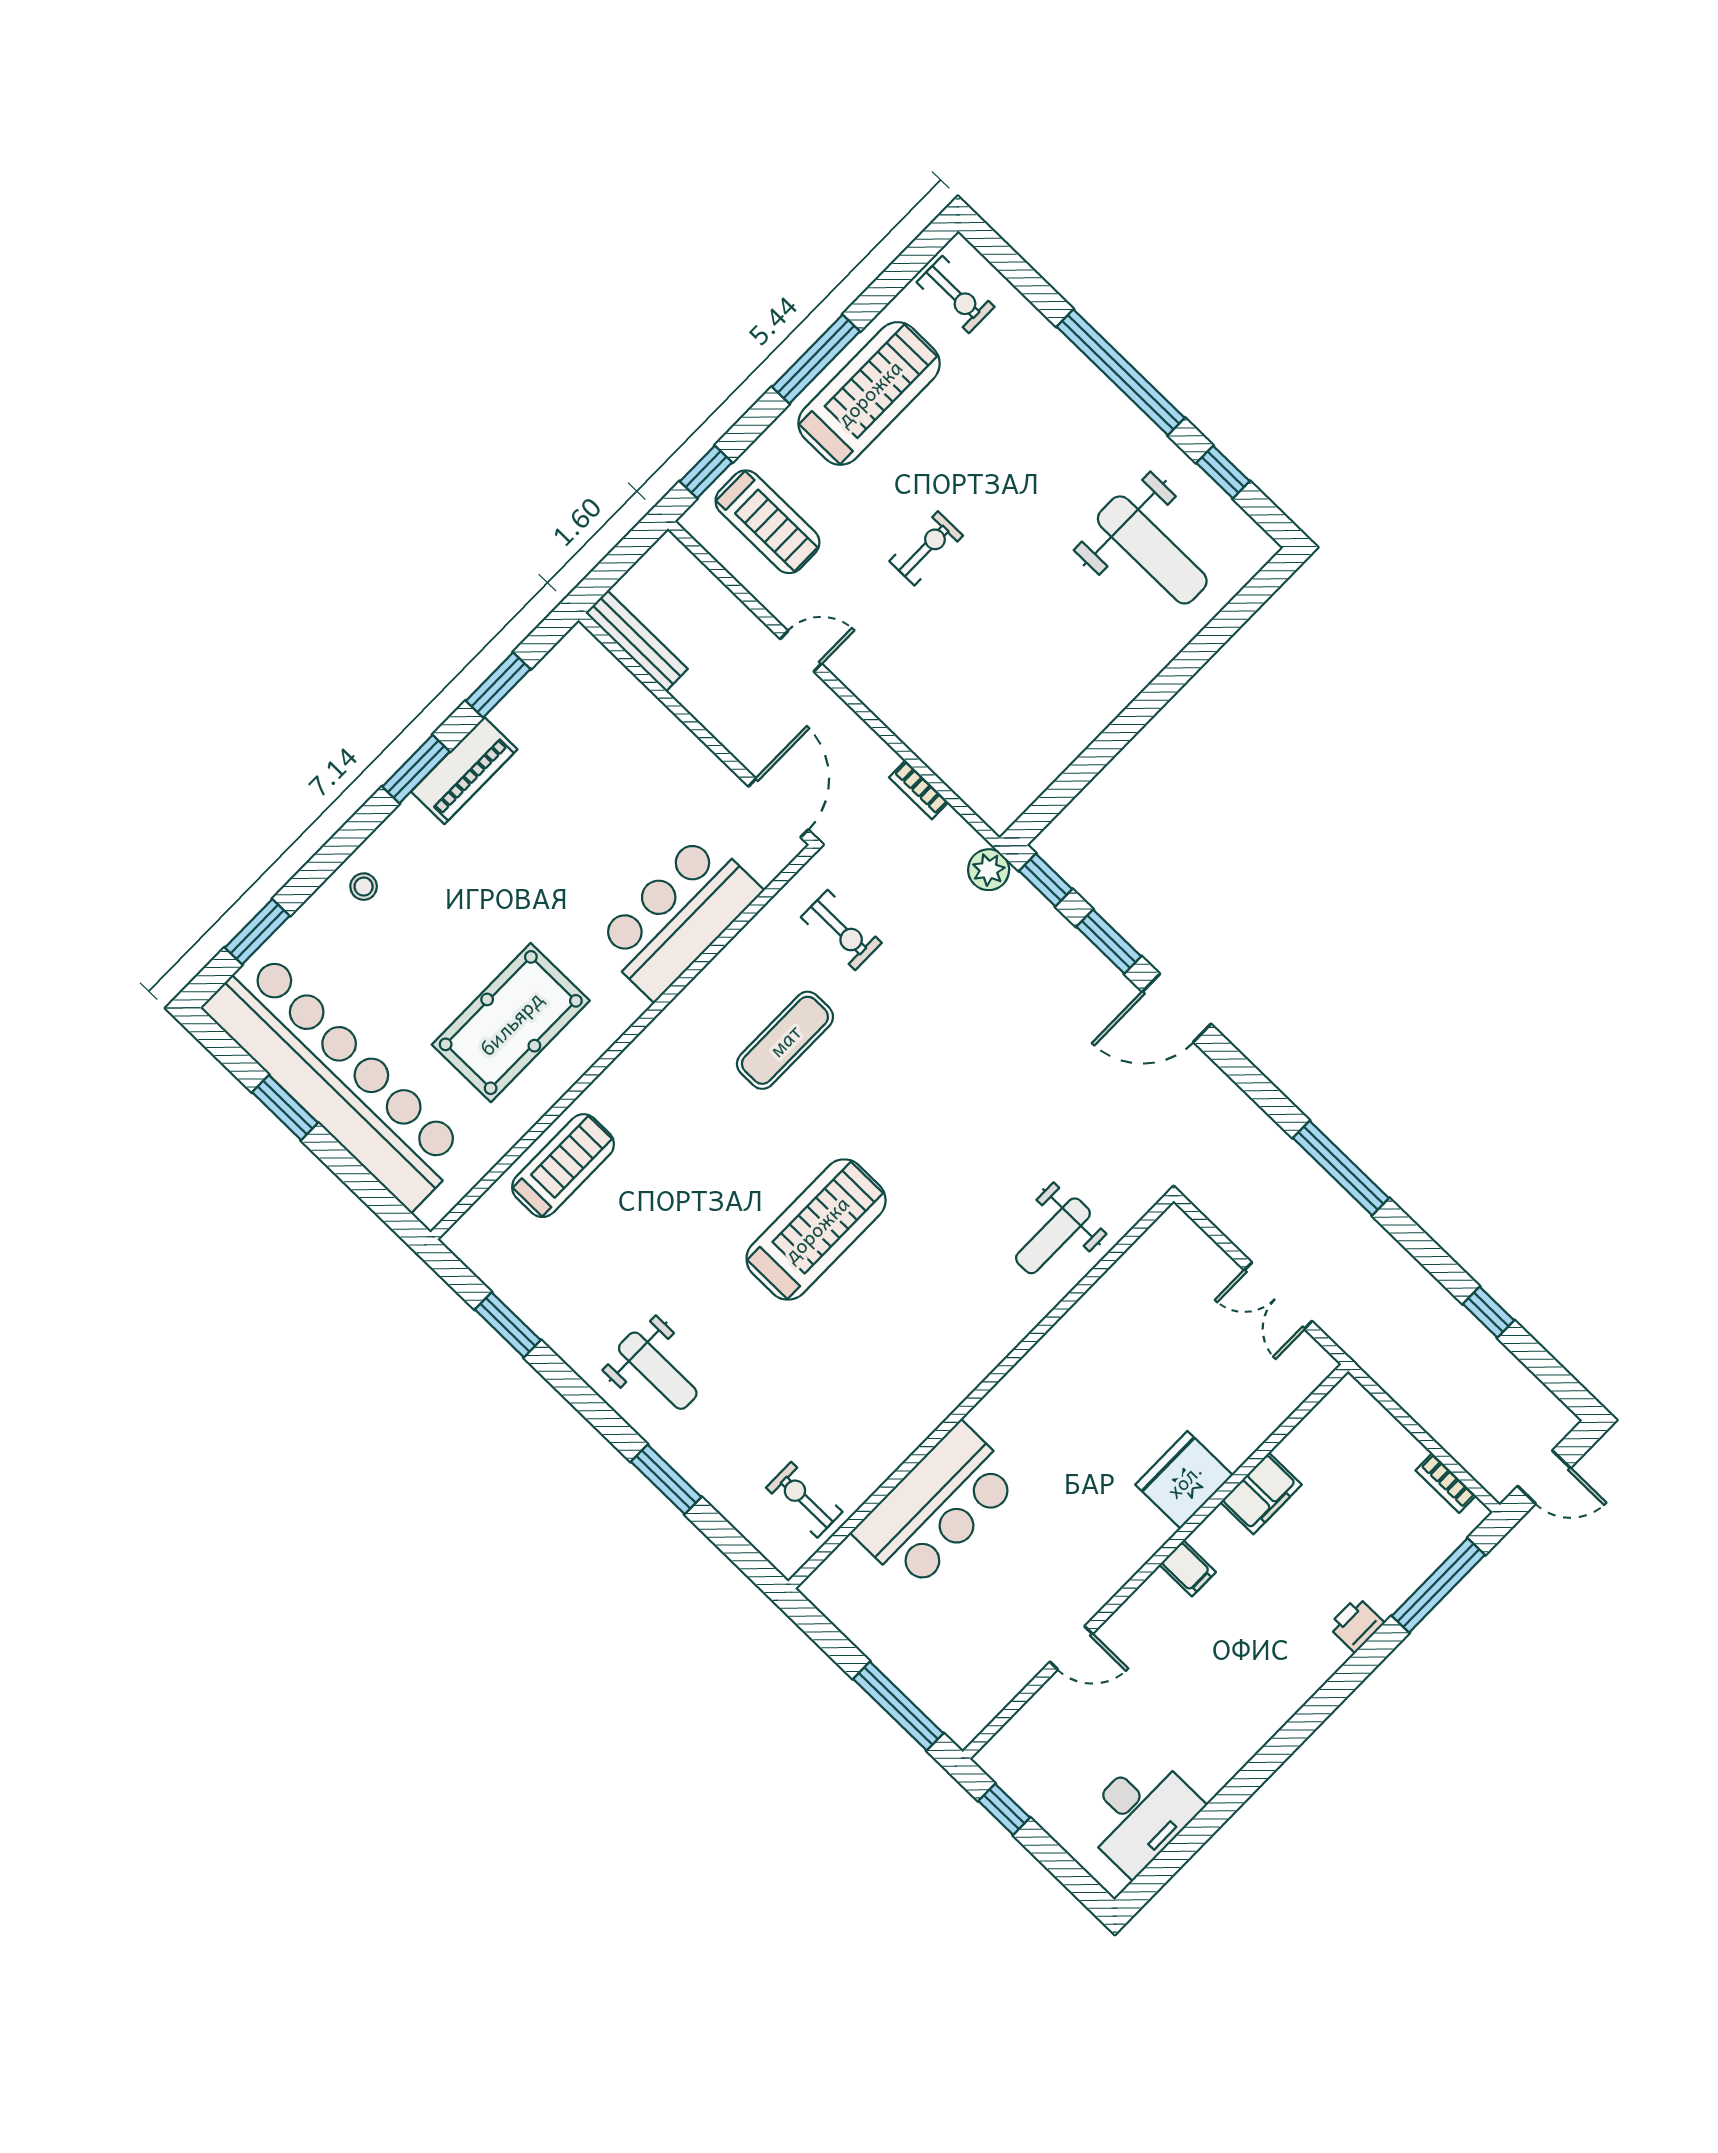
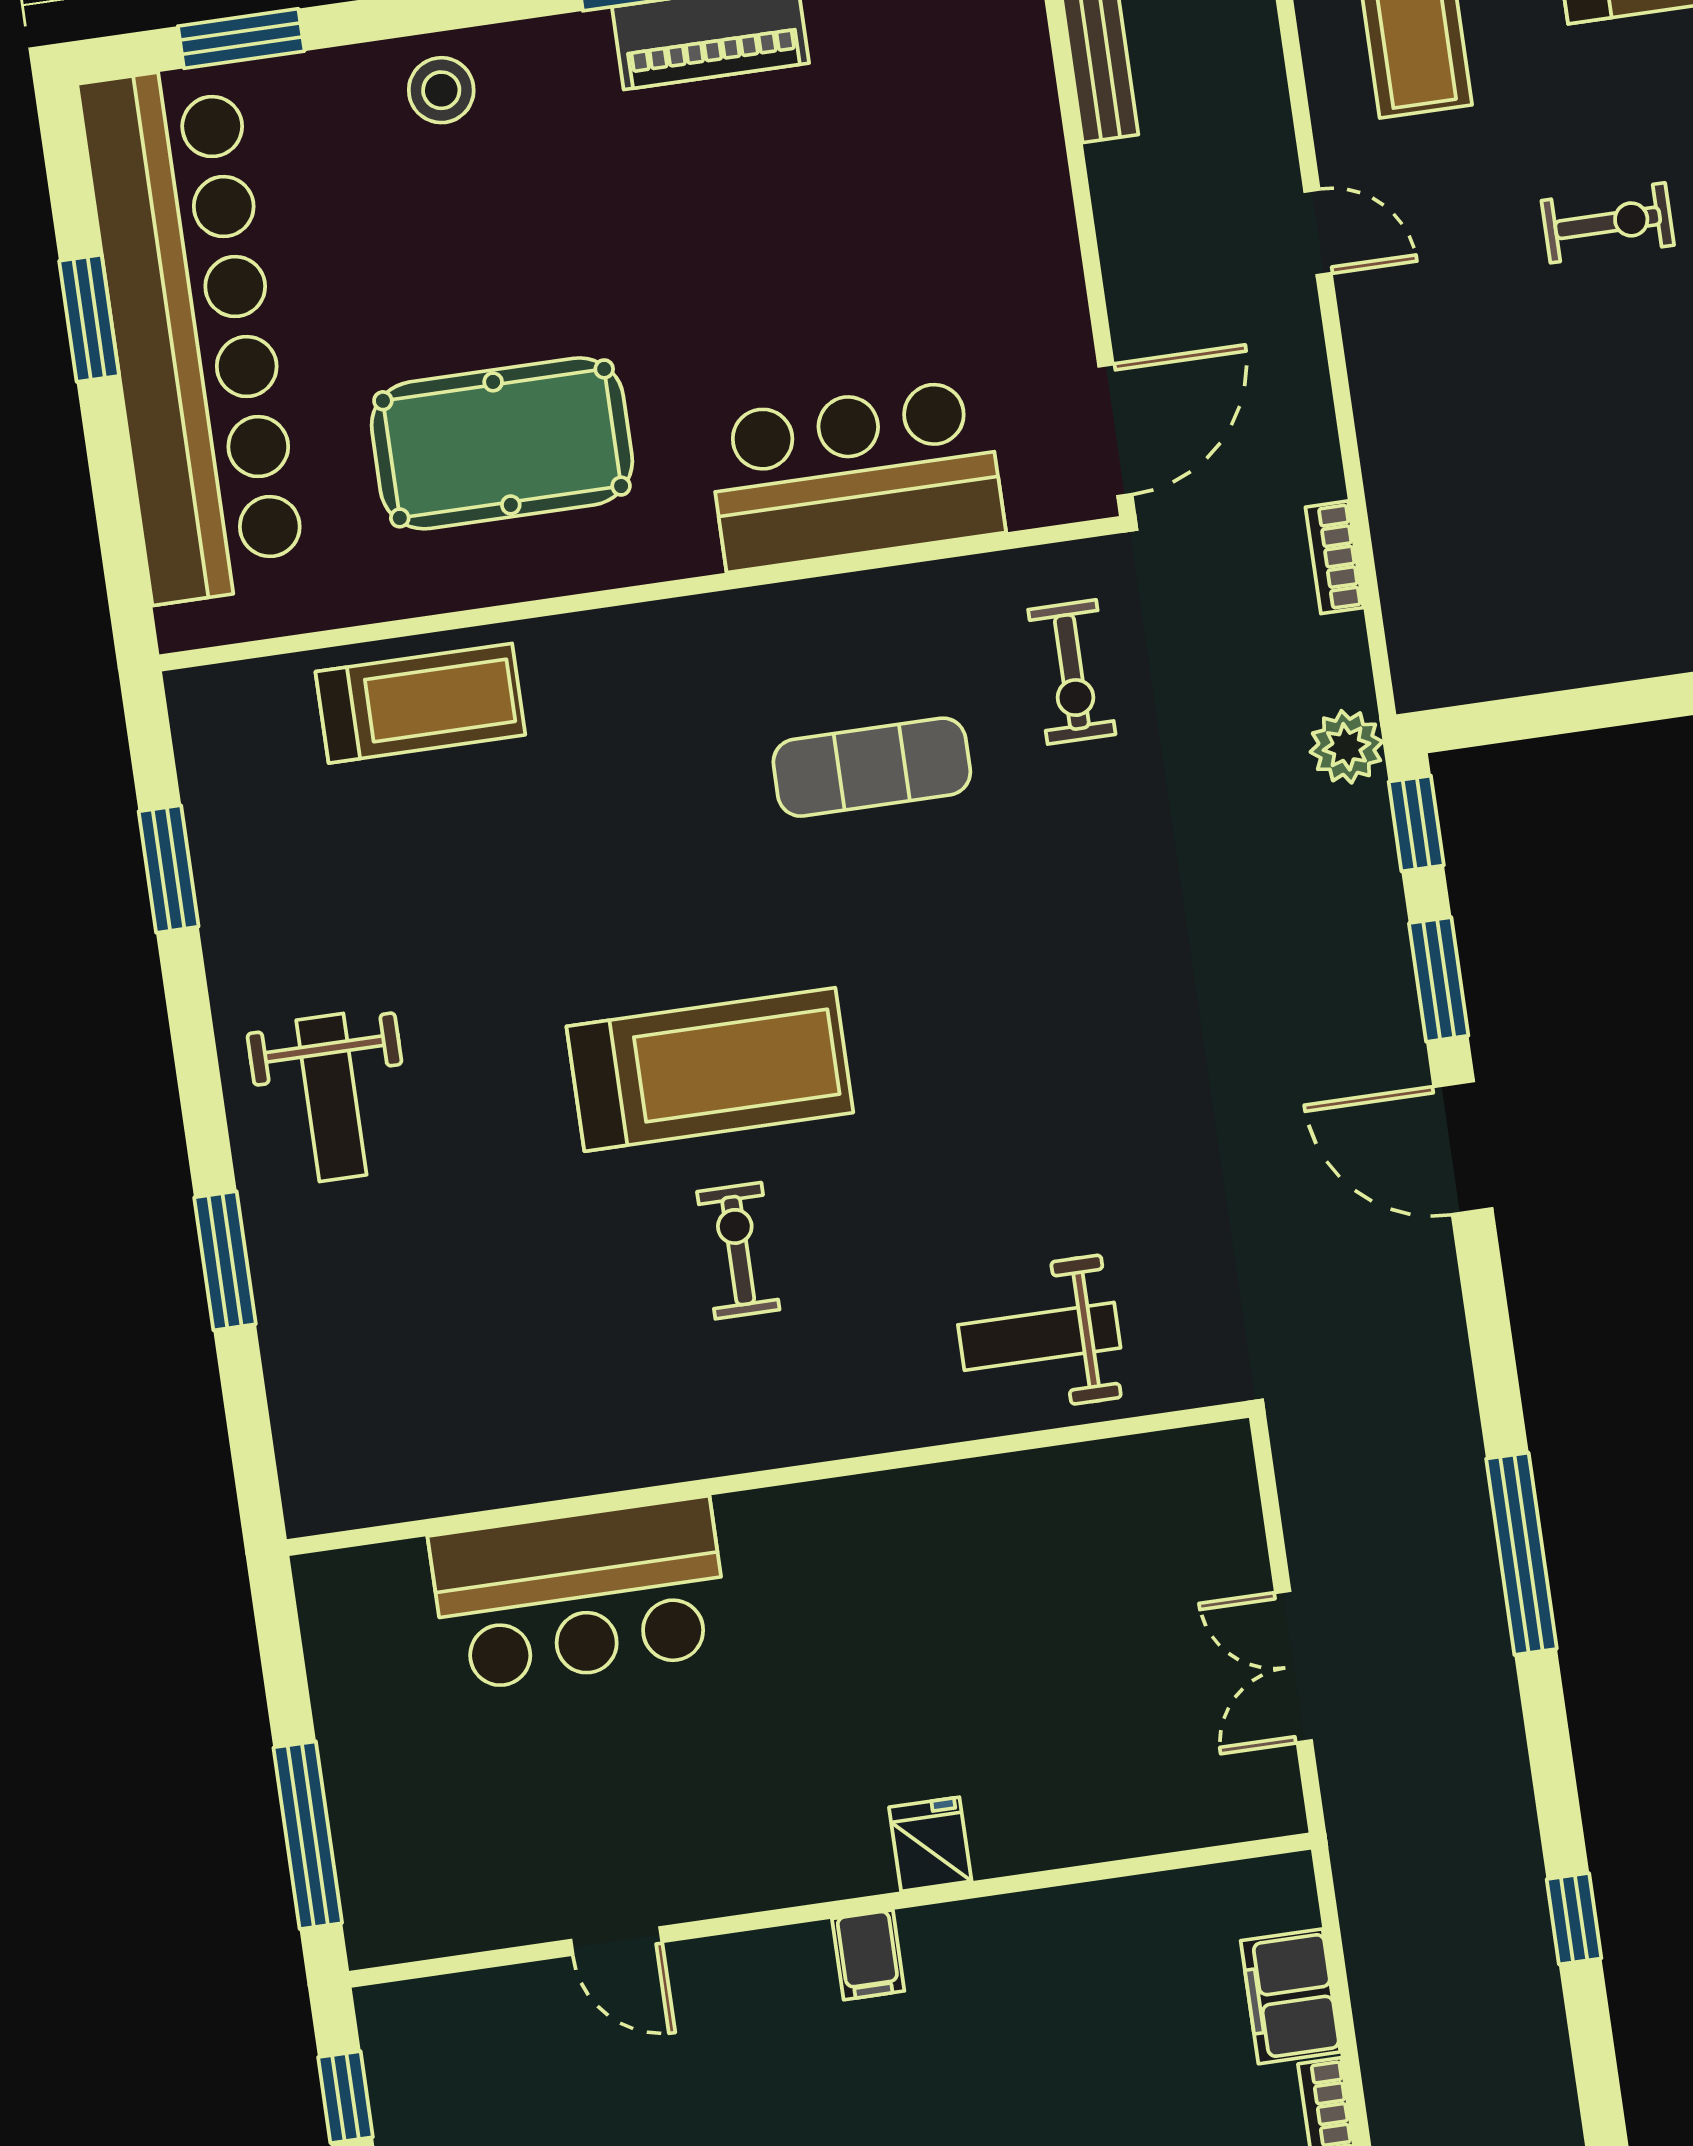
stool: (364, 887) -> (441, 90), width x1.37, depth x1.37
fridge: (1184, 1480) -> (930, 1844), width x0.53, depth x0.75
filing cabinet: (1261, 1493) -> (1290, 1996), moved, turned 90
exercise bike: (804, 1500) -> (738, 1251), moved

